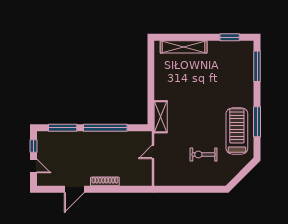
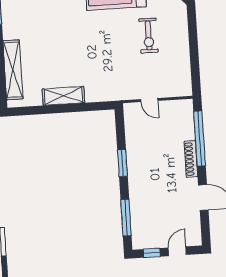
shelving: (161, 117) -> (63, 96), moved
window: (105, 128) -> (122, 163), width x0.47
window: (121, 189) -> (200, 138), added

